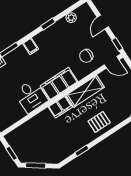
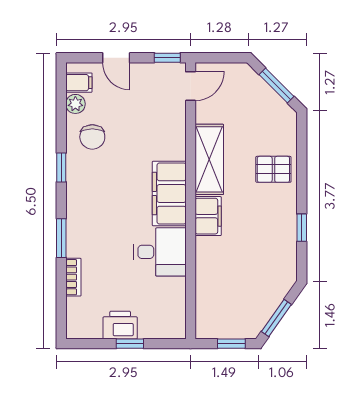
window: (48, 24) -> (61, 167), moved
filing cabinet: (31, 46) -> (79, 83), moved
chair: (86, 56) -> (92, 137), moved
pallet: (99, 122) -> (273, 169), turned 90

